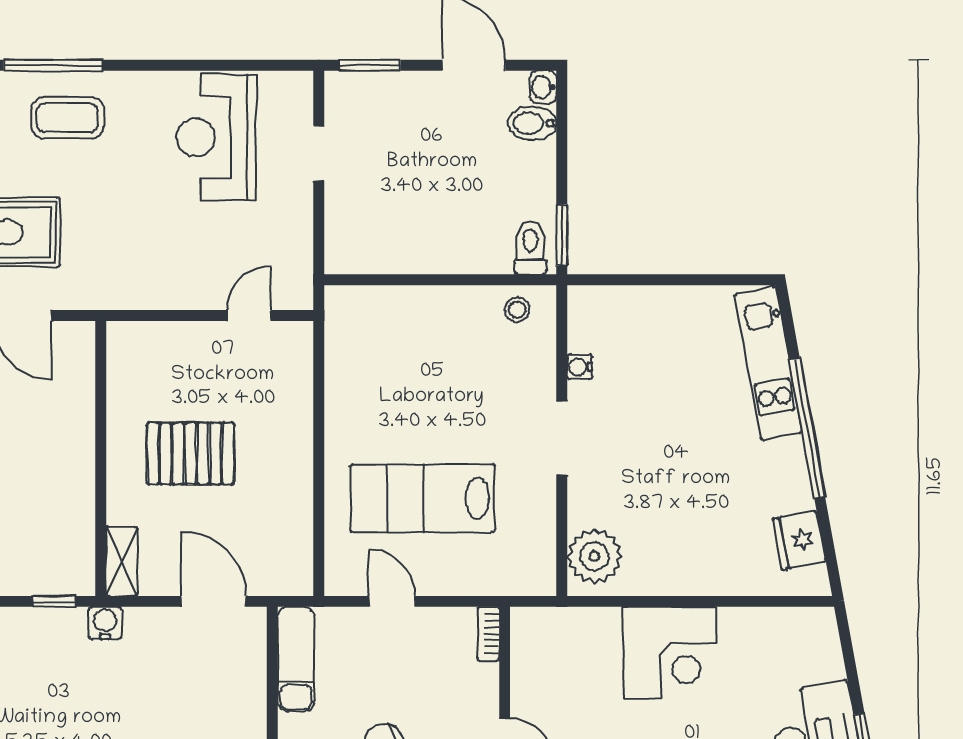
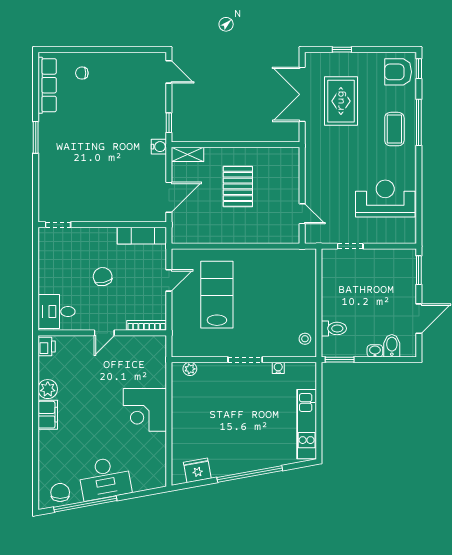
washbasin: (543, 87) -> (375, 351), moved
doorway: (319, 153) -> (350, 246), moved
toilet: (530, 248) -> (334, 328), moved
kitchen unit: (768, 363) -> (307, 424), moved, turned -80
plant: (594, 556) -> (190, 369), width x0.53, depth x0.53
bookcase: (488, 634) -> (147, 325), width x1.56

